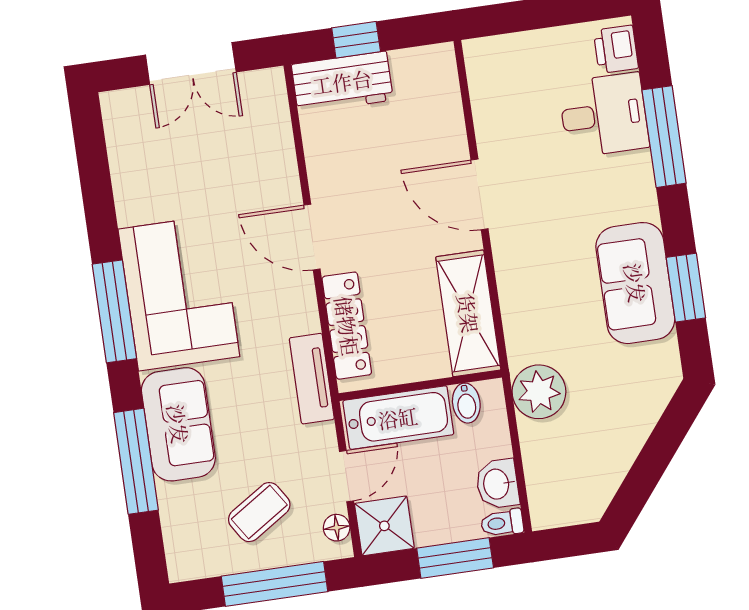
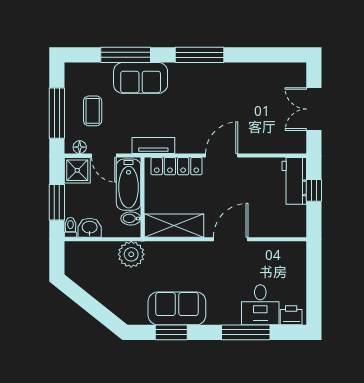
corner sofa: (179, 293) -> (204, 87), removed
coffee table: (259, 512) -> (93, 111), turned 33

